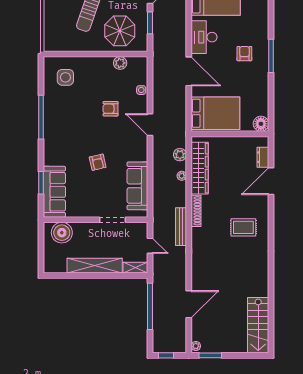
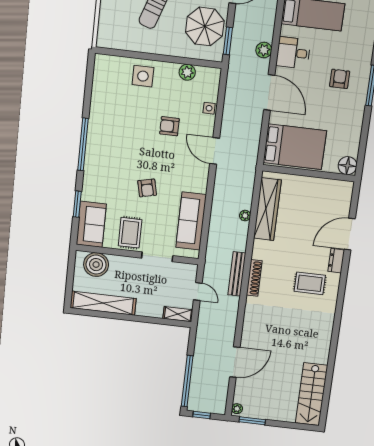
window: (150, 23) -> (228, 41), moved
parasol: (120, 31) -> (205, 26), moved
desk: (204, 37) -> (293, 53), width x0.73
side table: (65, 77) -> (143, 76), moved
window: (41, 117) -> (83, 144), moved
plant: (180, 155) -> (264, 50), moved
dresser: (263, 157) -> (336, 261), moved
sofa: (54, 192) -> (91, 224), width x0.73
rug: (88, 202) -> (130, 233), added
shoe rack: (196, 211) -> (254, 278), moved
shelving: (95, 266) -> (103, 303), moved
window: (150, 306) -> (187, 381), moved

